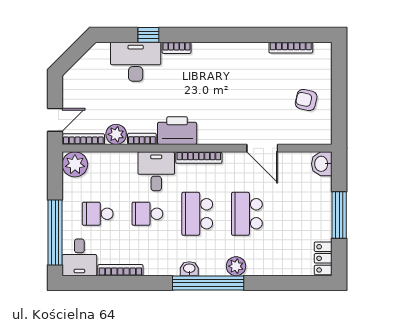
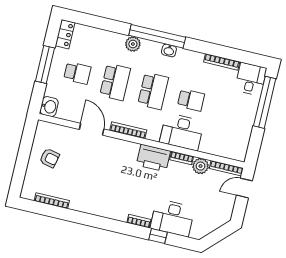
bookcase: (199, 158) -> (128, 130), moved
plant: (75, 164) -> (237, 151), removed
desk: (156, 171) -> (182, 132), width x1.37
school desk: (98, 214) -> (77, 73), moved

